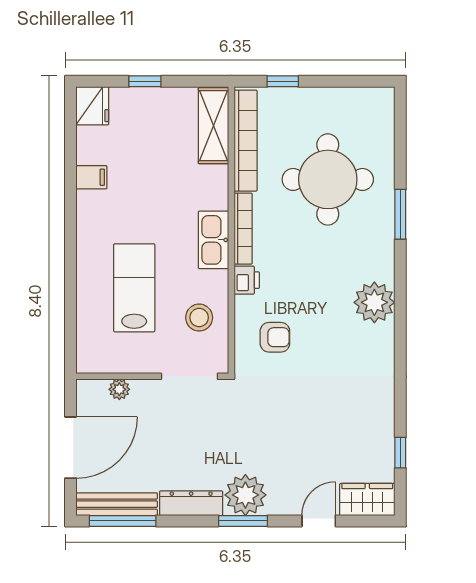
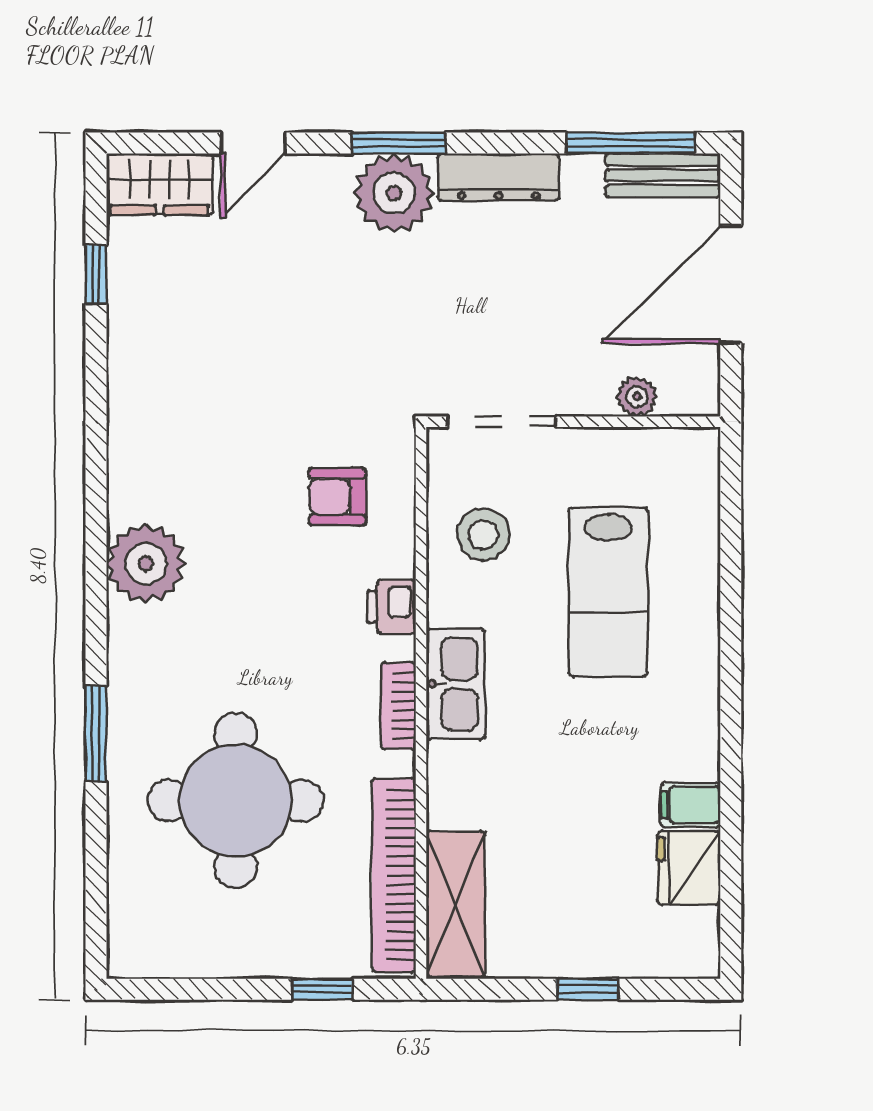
fridge: (92, 106) -> (689, 868), moved
bookcase: (243, 229) -> (398, 706), width x0.64
bench: (117, 504) -> (663, 175), width x0.73

